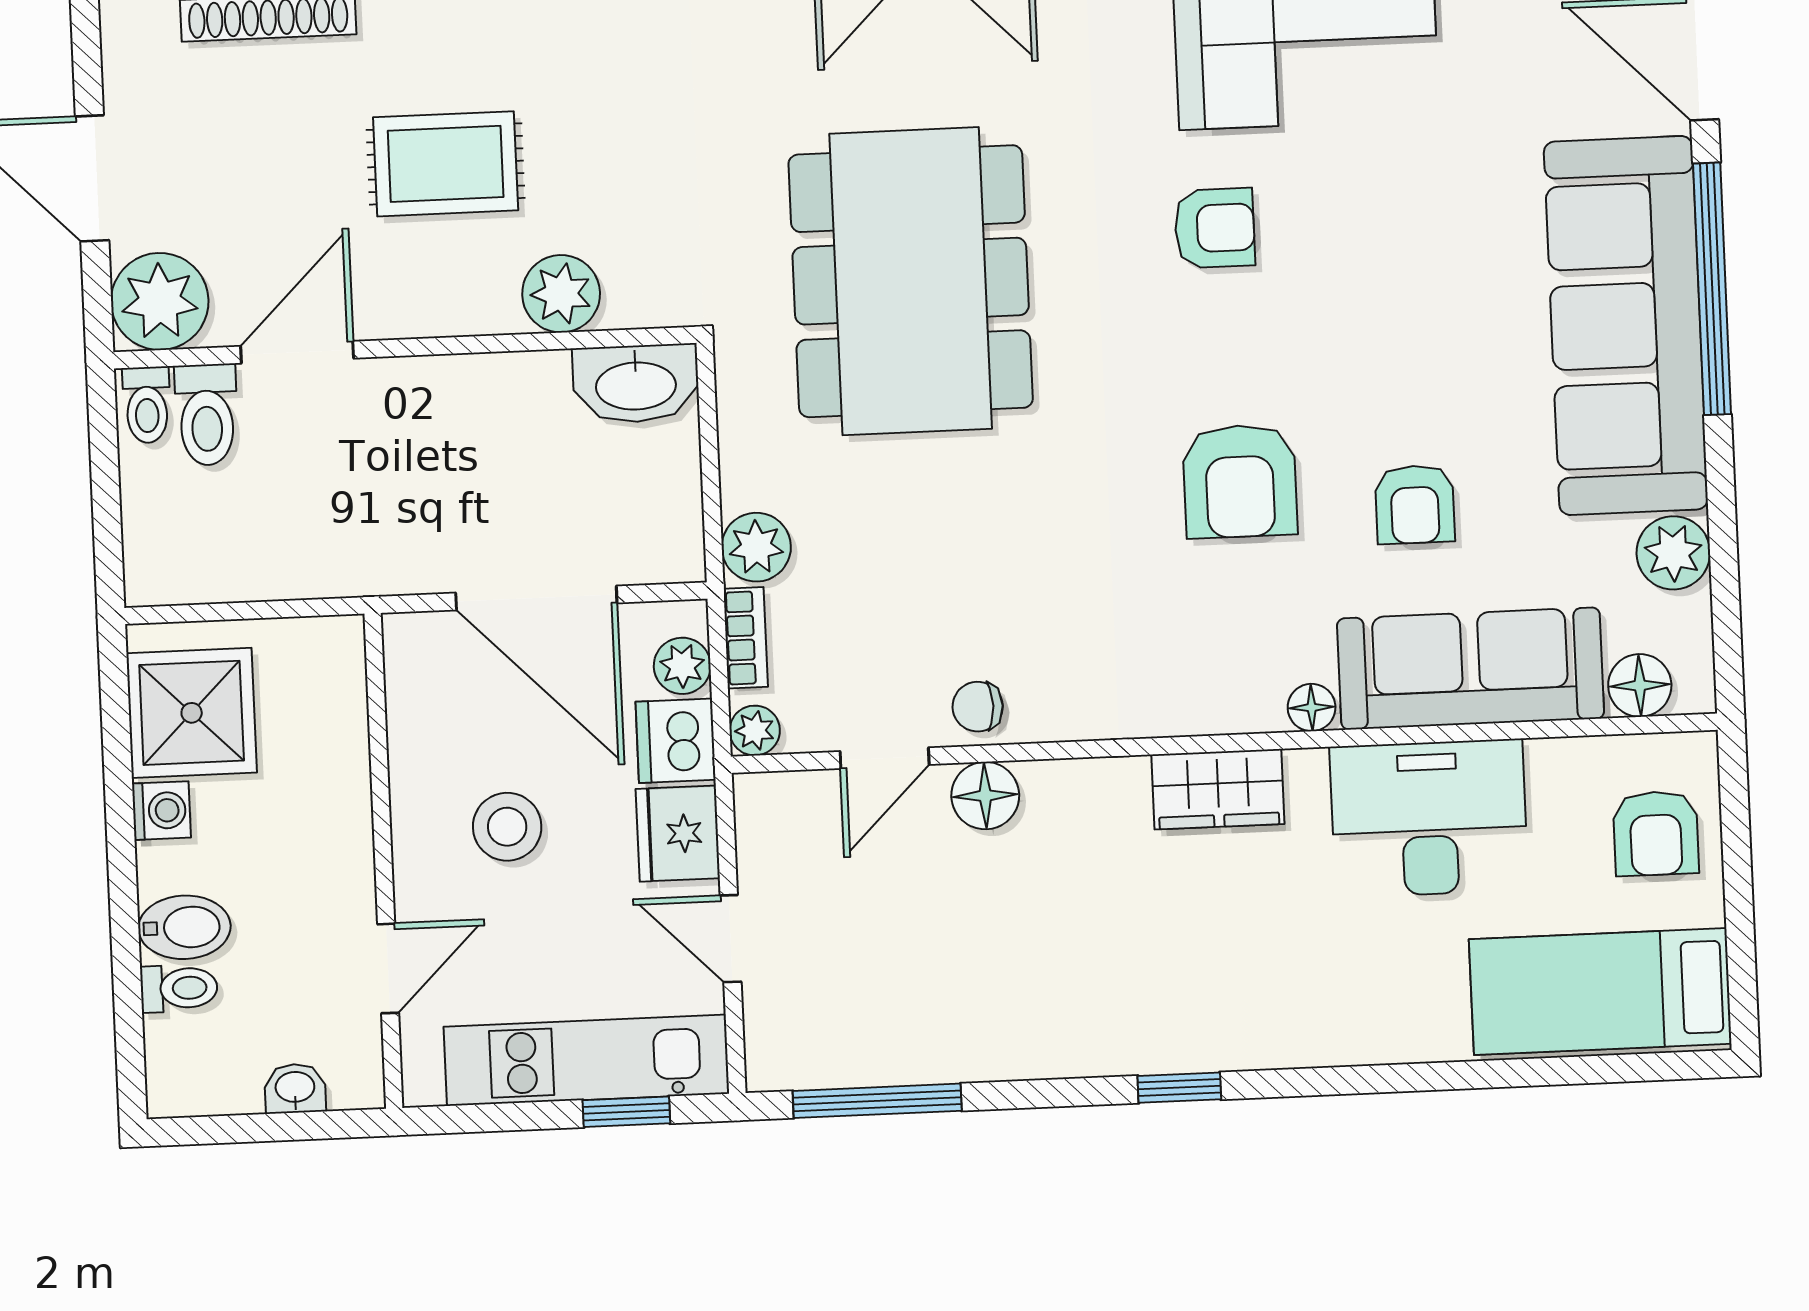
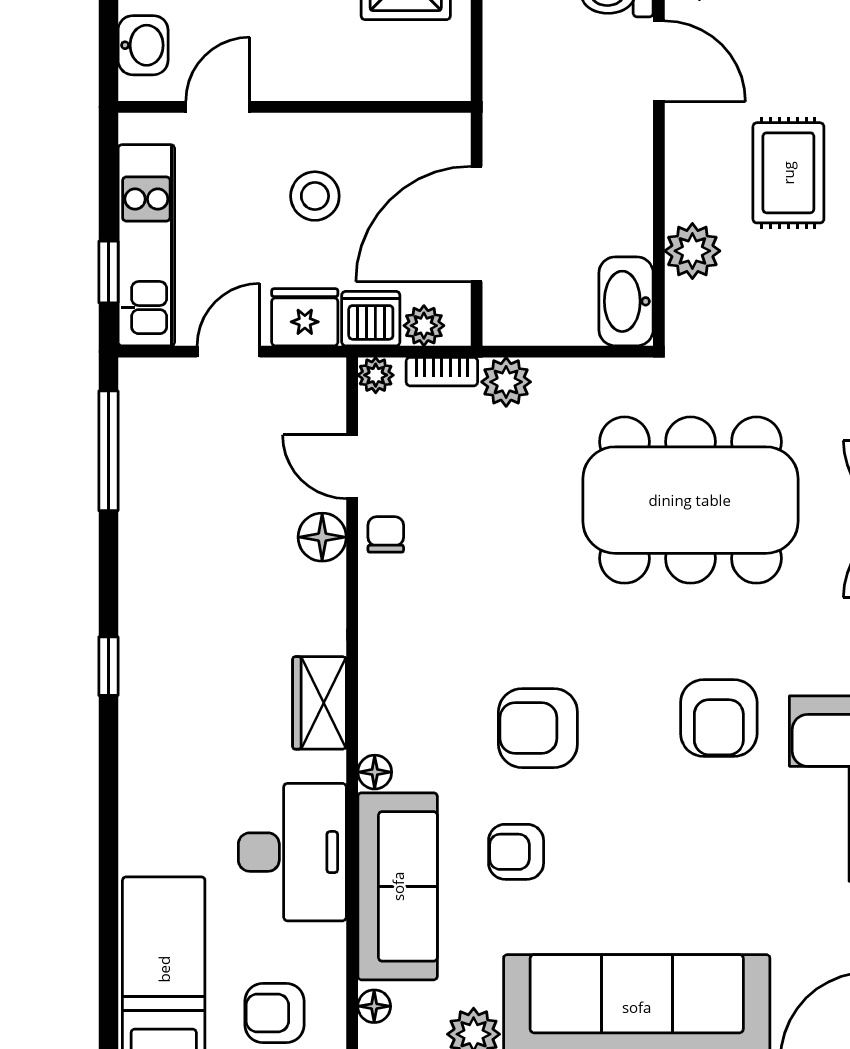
armchair: (1215, 228) -> (719, 718), width x1.38, depth x1.38
floor lamp: (1640, 685) -> (374, 1006), width x0.73, depth x0.73
door: (388, 968) -> (218, 107), swing flipped
washbasin: (295, 1088) -> (143, 45), width x1.38, depth x1.45

